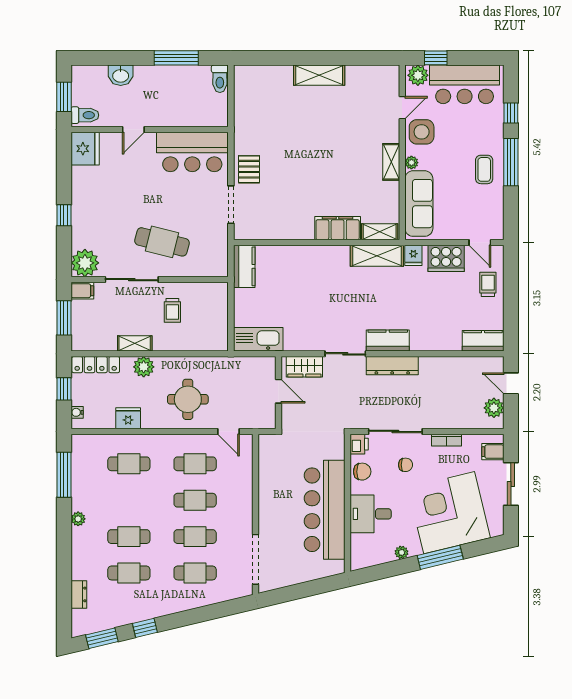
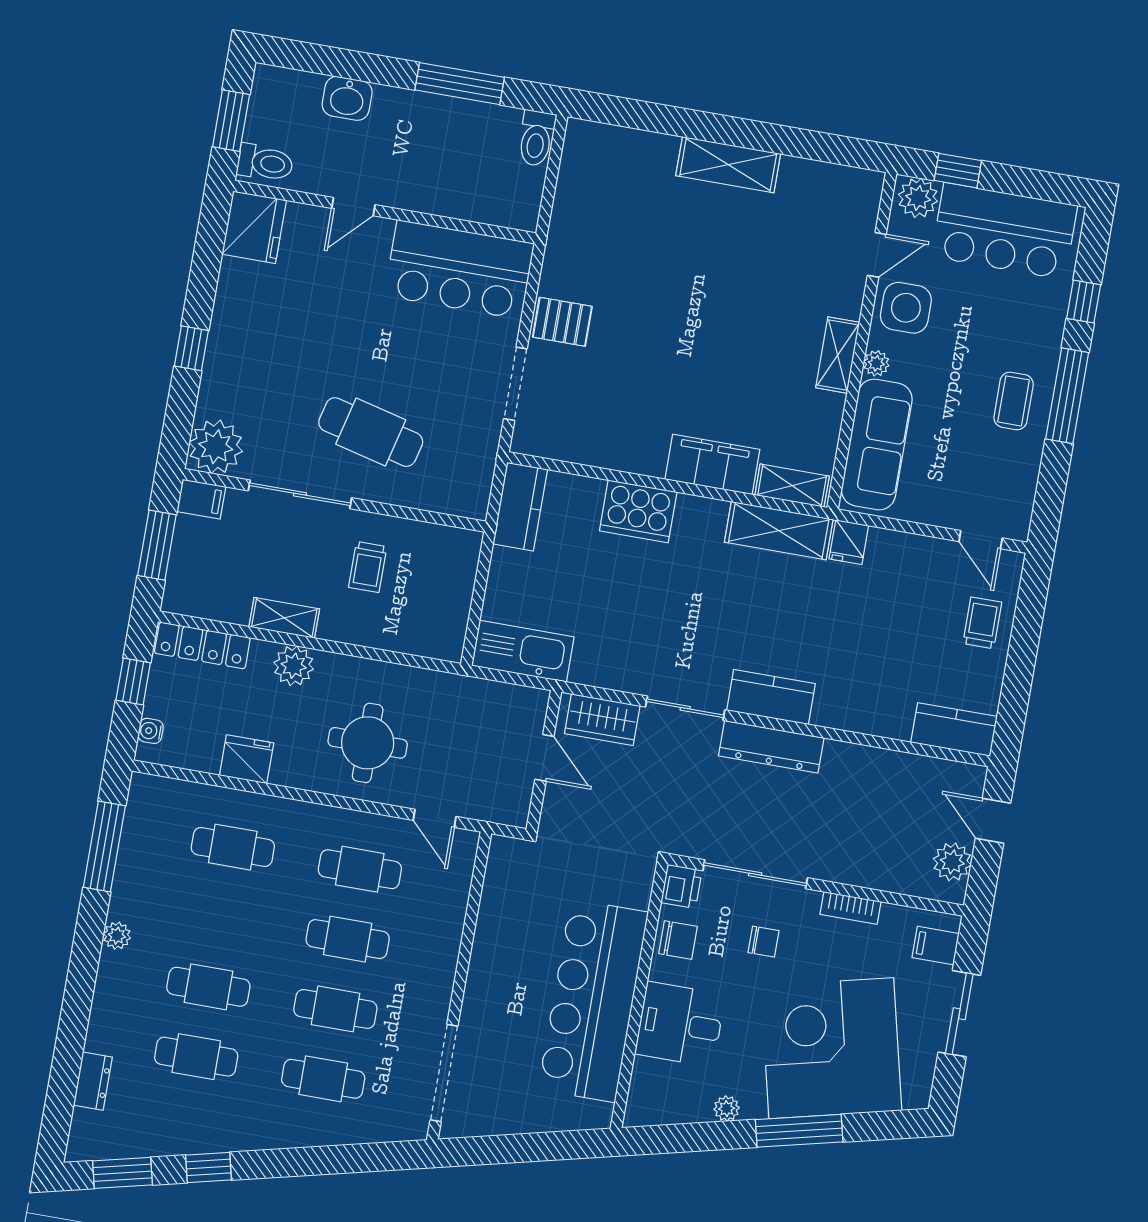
pallet: (249, 169) -> (562, 322), turned 90
cooker: (446, 258) -> (638, 511), moved

